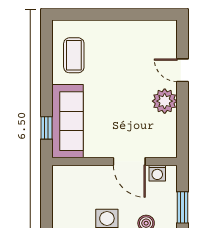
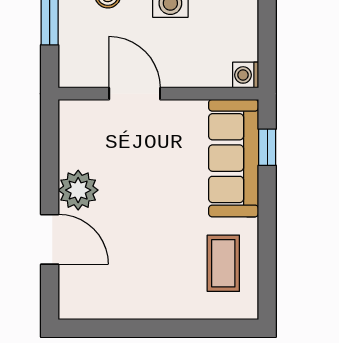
door: (183, 70) -> (50, 239), width x1.38
washing machine: (157, 173) -> (246, 75), moved, turned -90

